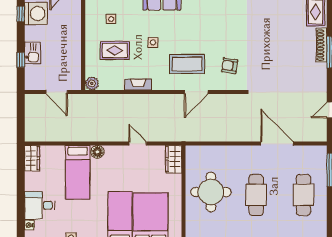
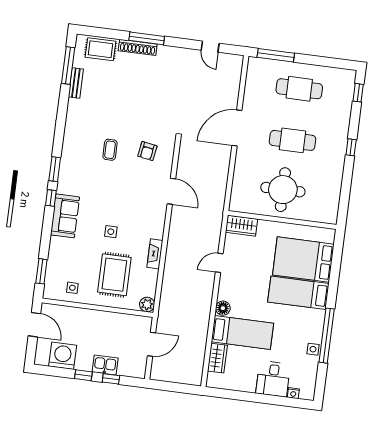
window: (21, 14) -> (83, 375), moved
side table: (111, 19) -> (72, 288), moved
rug: (115, 50) -> (114, 275), width x1.36, depth x1.43
coffee table: (187, 64) -> (110, 150), moved, width x0.54, depth x0.58
door: (277, 143) -> (237, 128), moved
wardrobe: (32, 158) -> (217, 358), moved, turned 90

